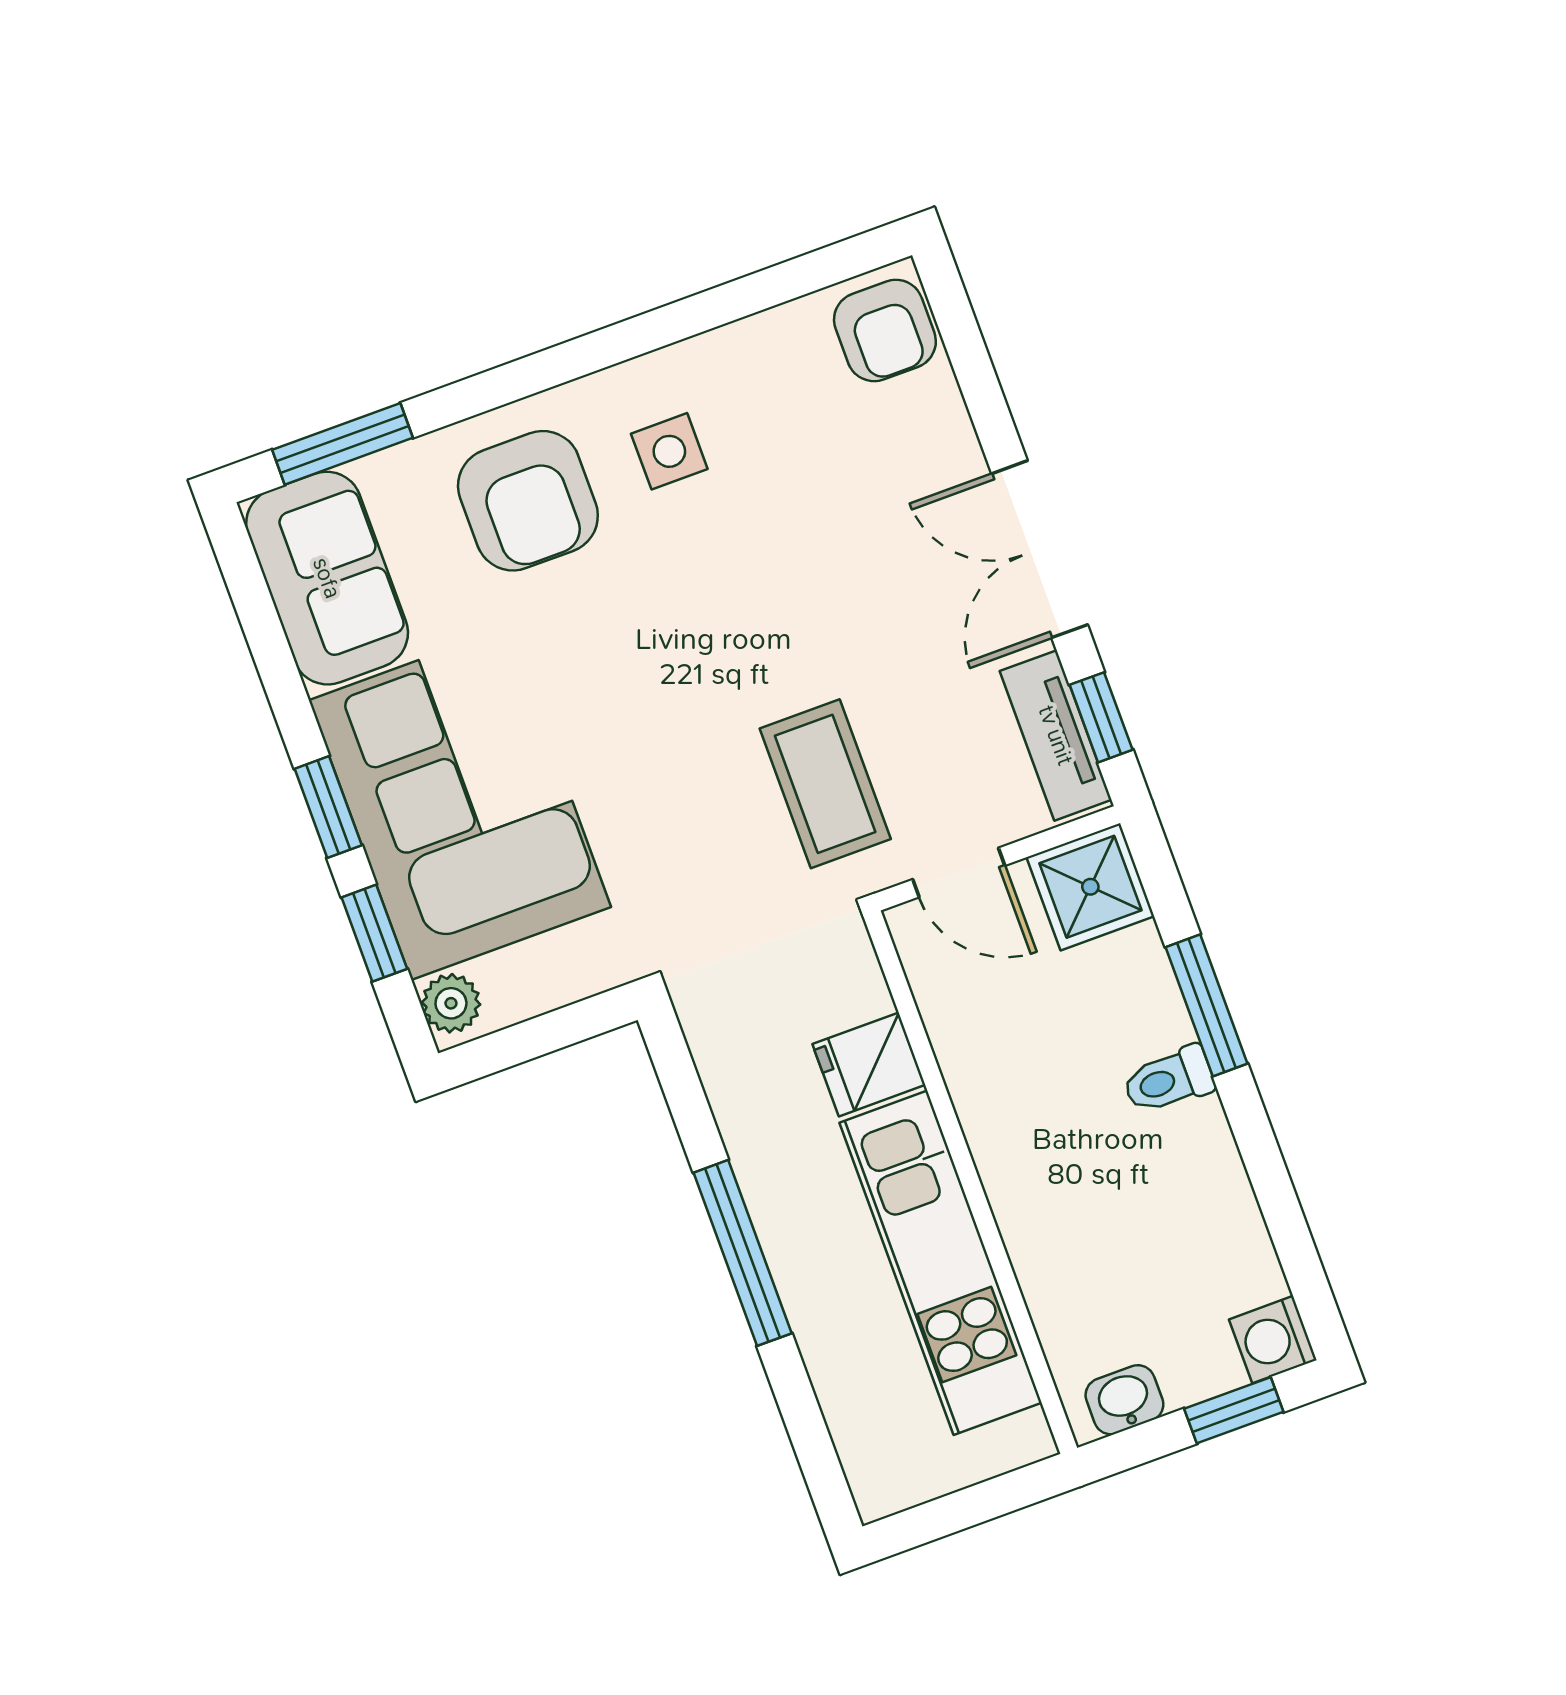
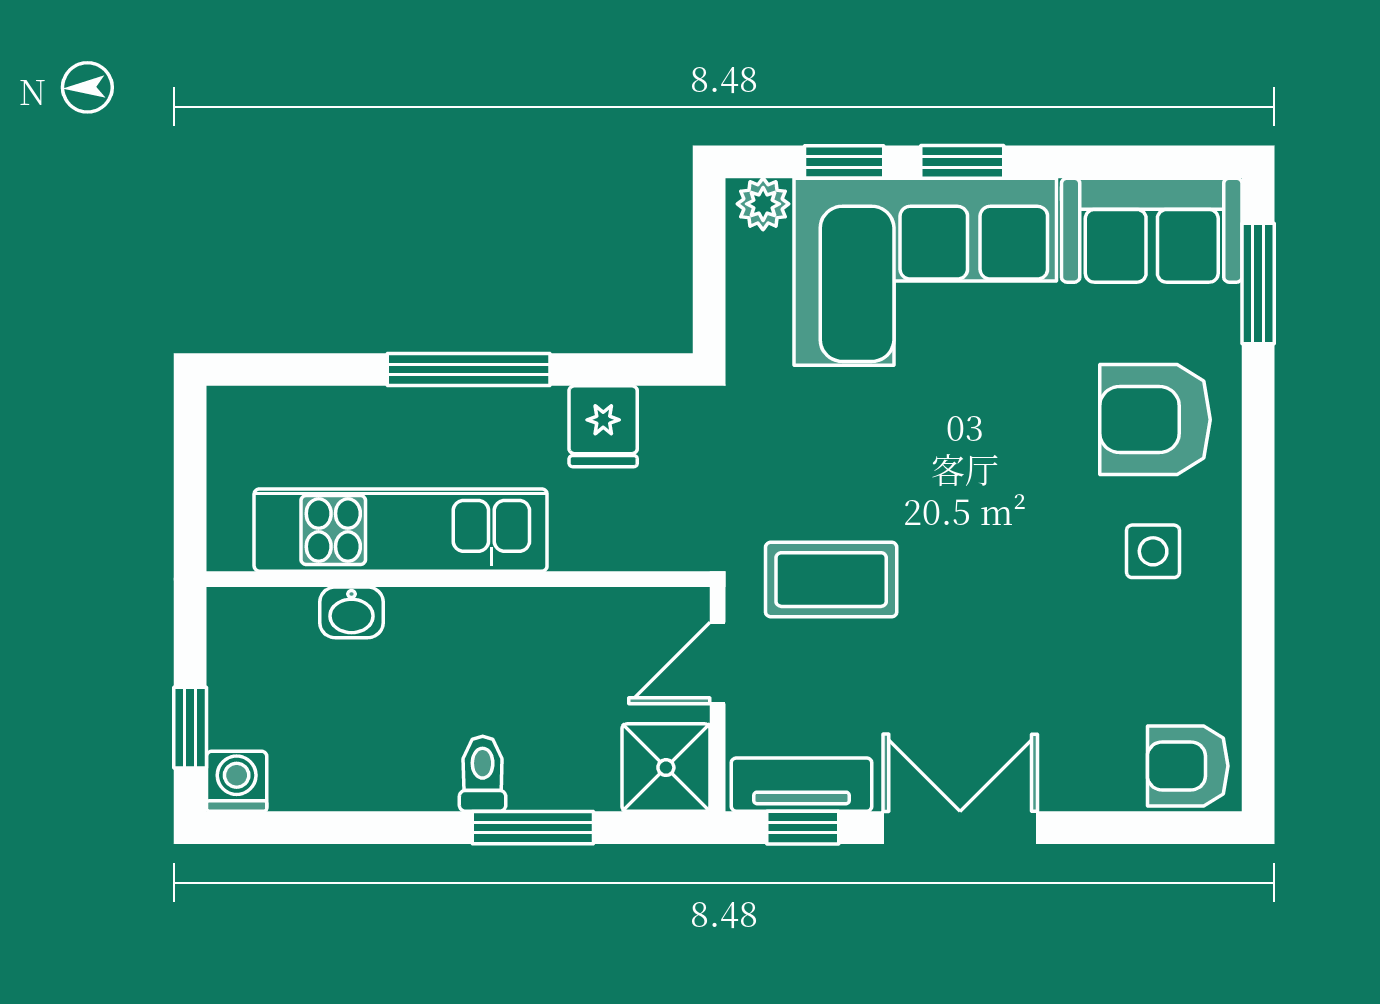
fridge: (869, 1064) -> (603, 426), moved, turned 180
washbasin: (1124, 1400) -> (351, 612), moved, turned 90

